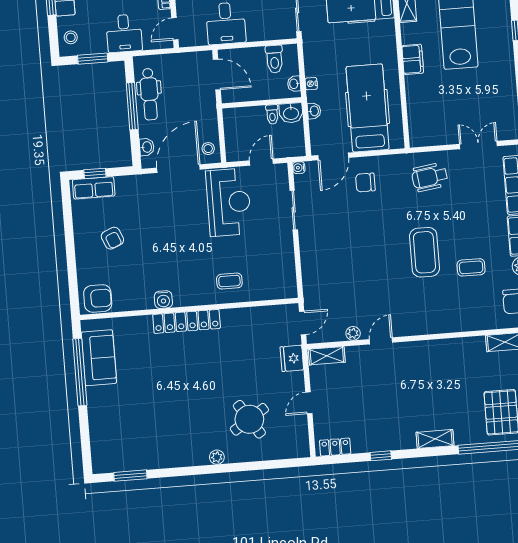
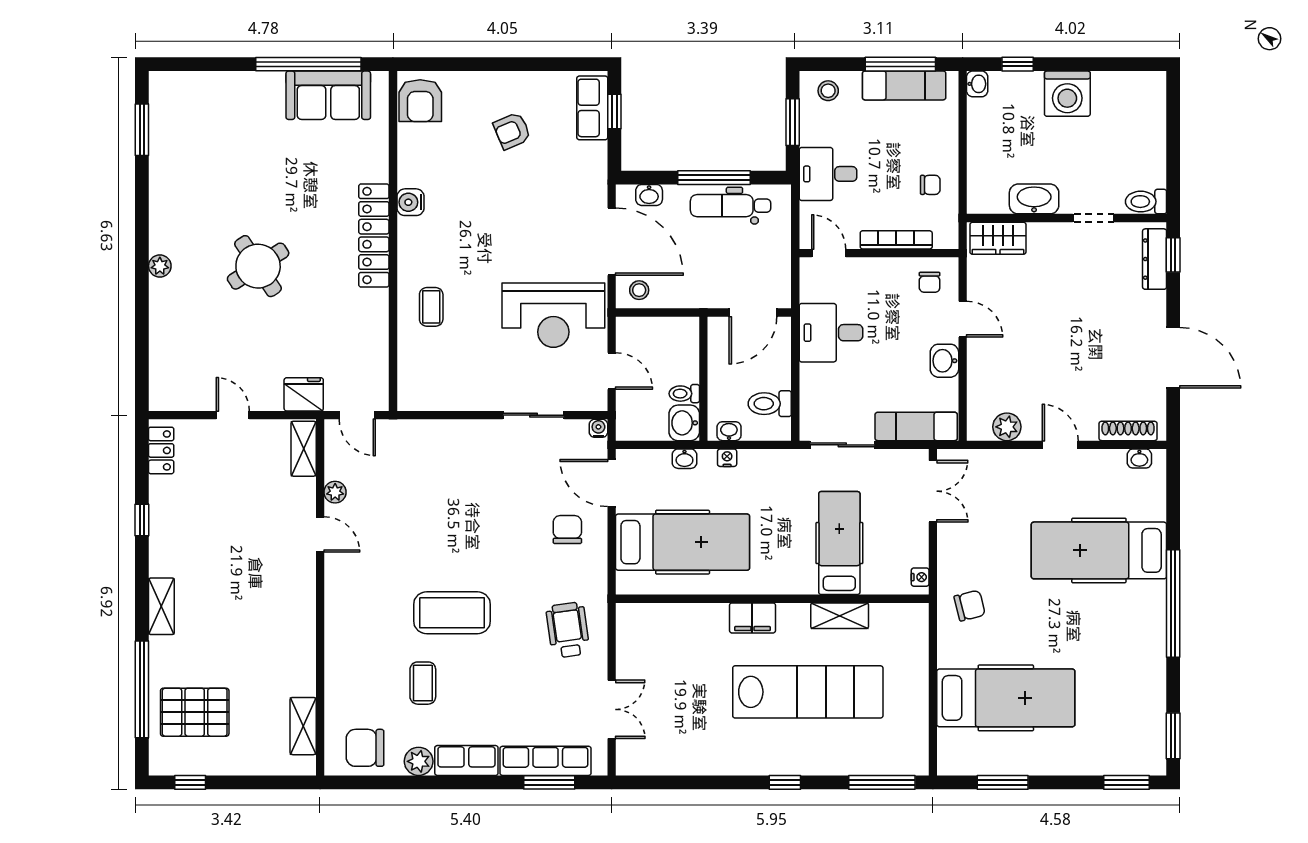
round table: (249, 419) -> (258, 266), moved

